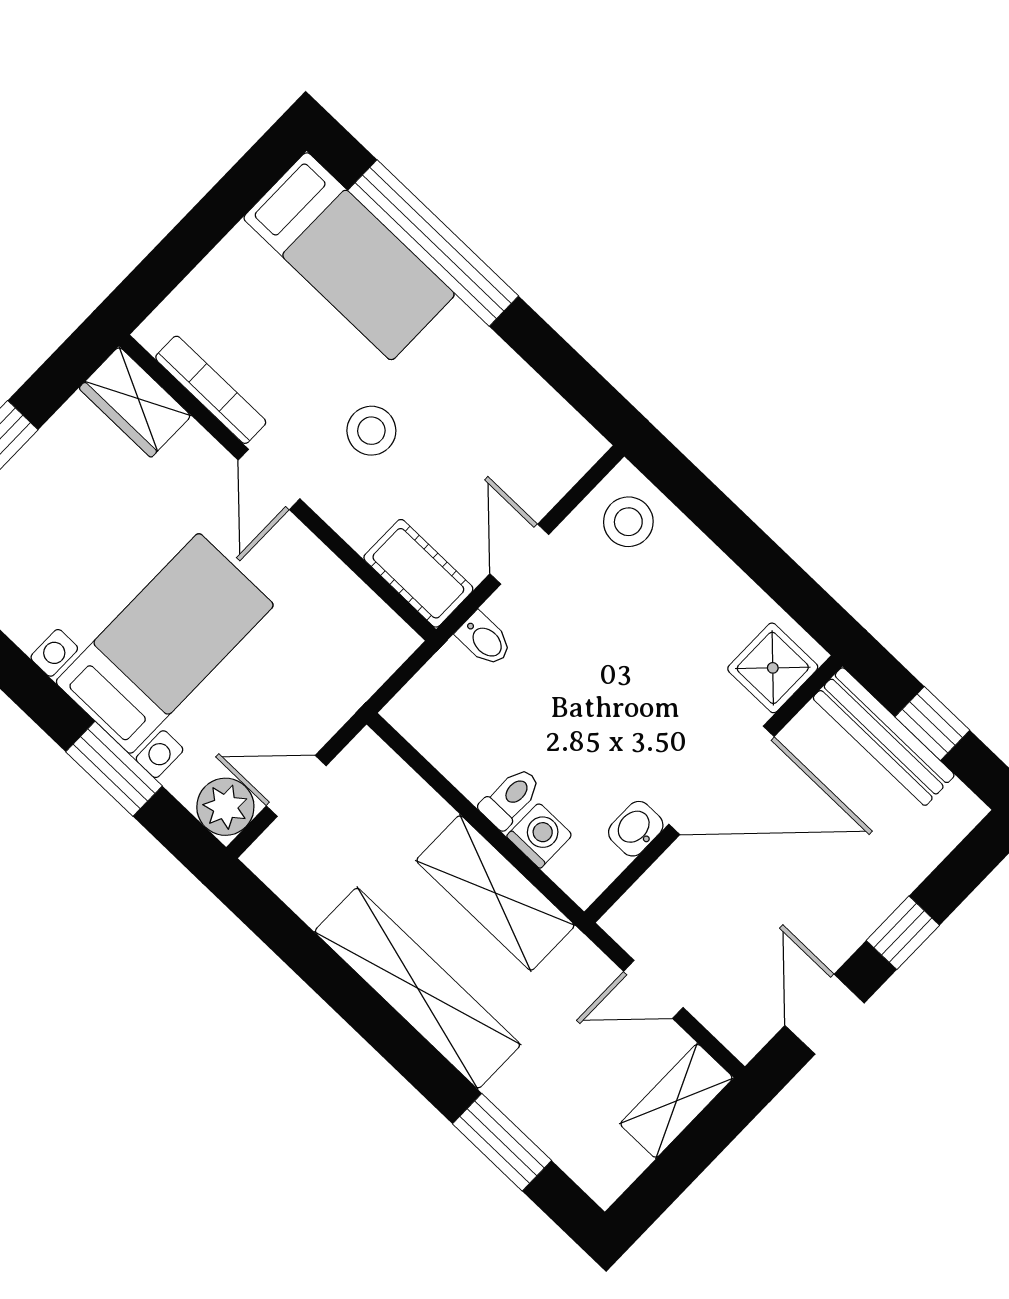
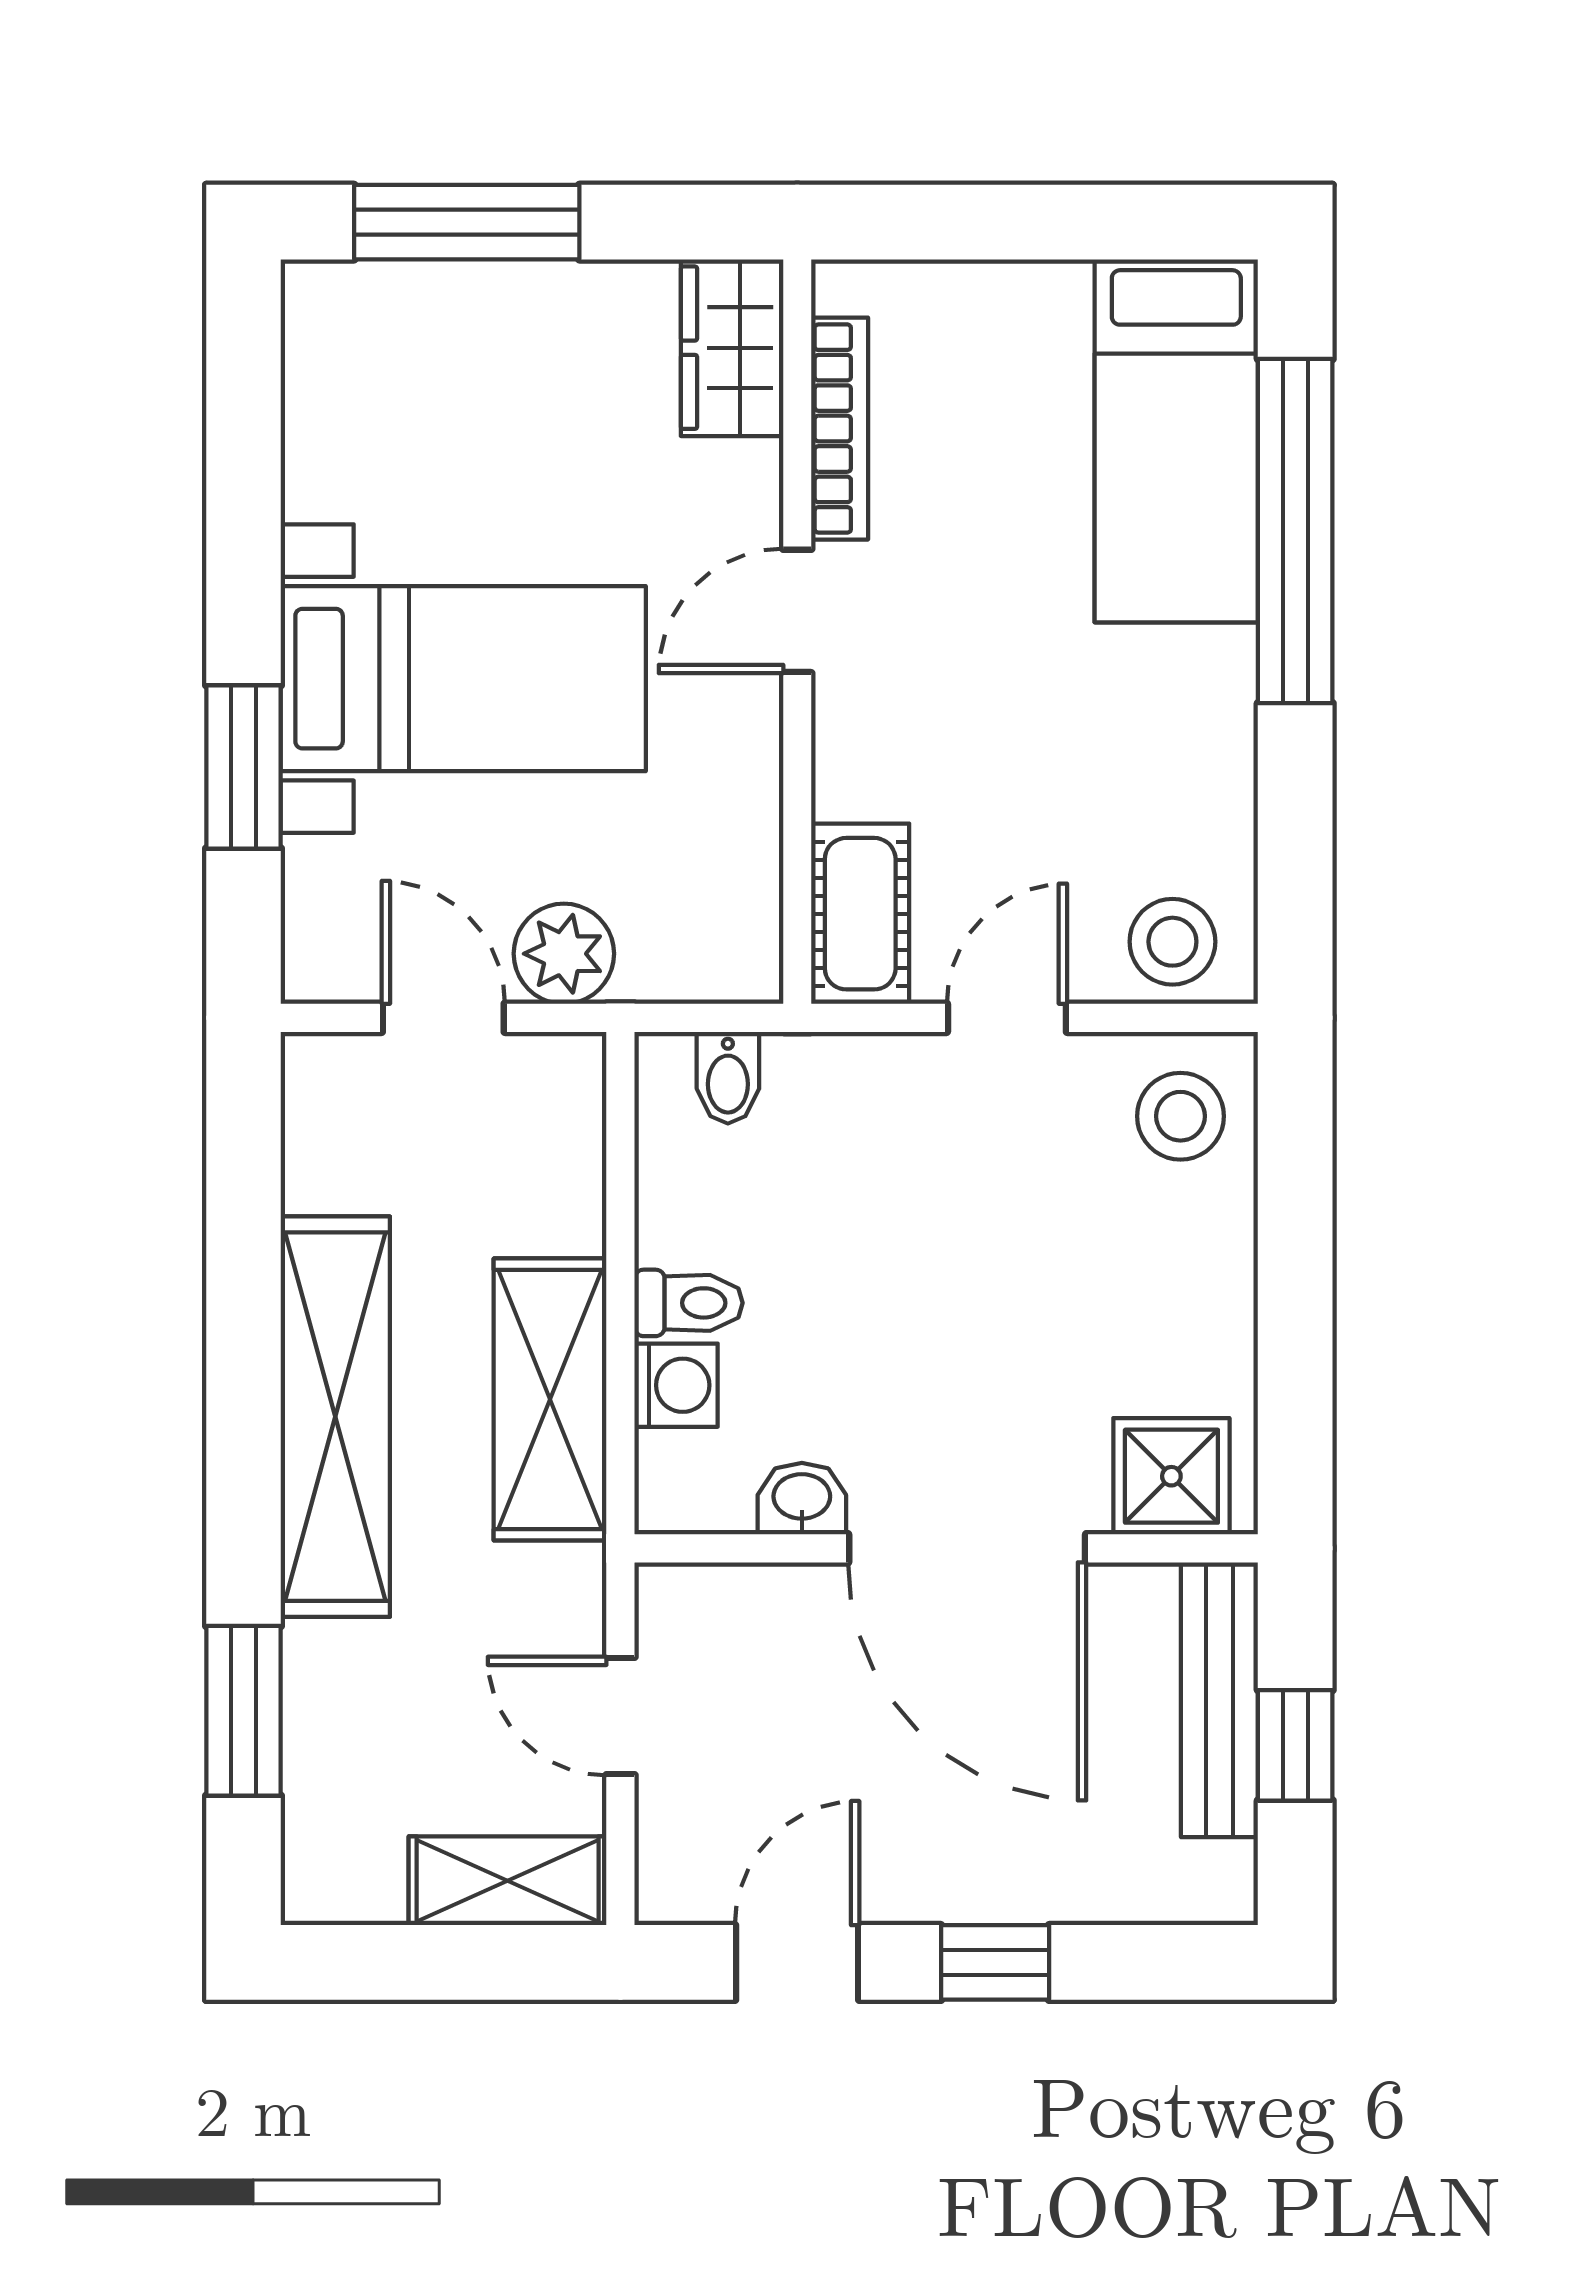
stool: (371, 431) -> (1172, 942), moved
bidet: (484, 640) -> (728, 1078), moved
plant: (225, 807) -> (564, 954), moved

